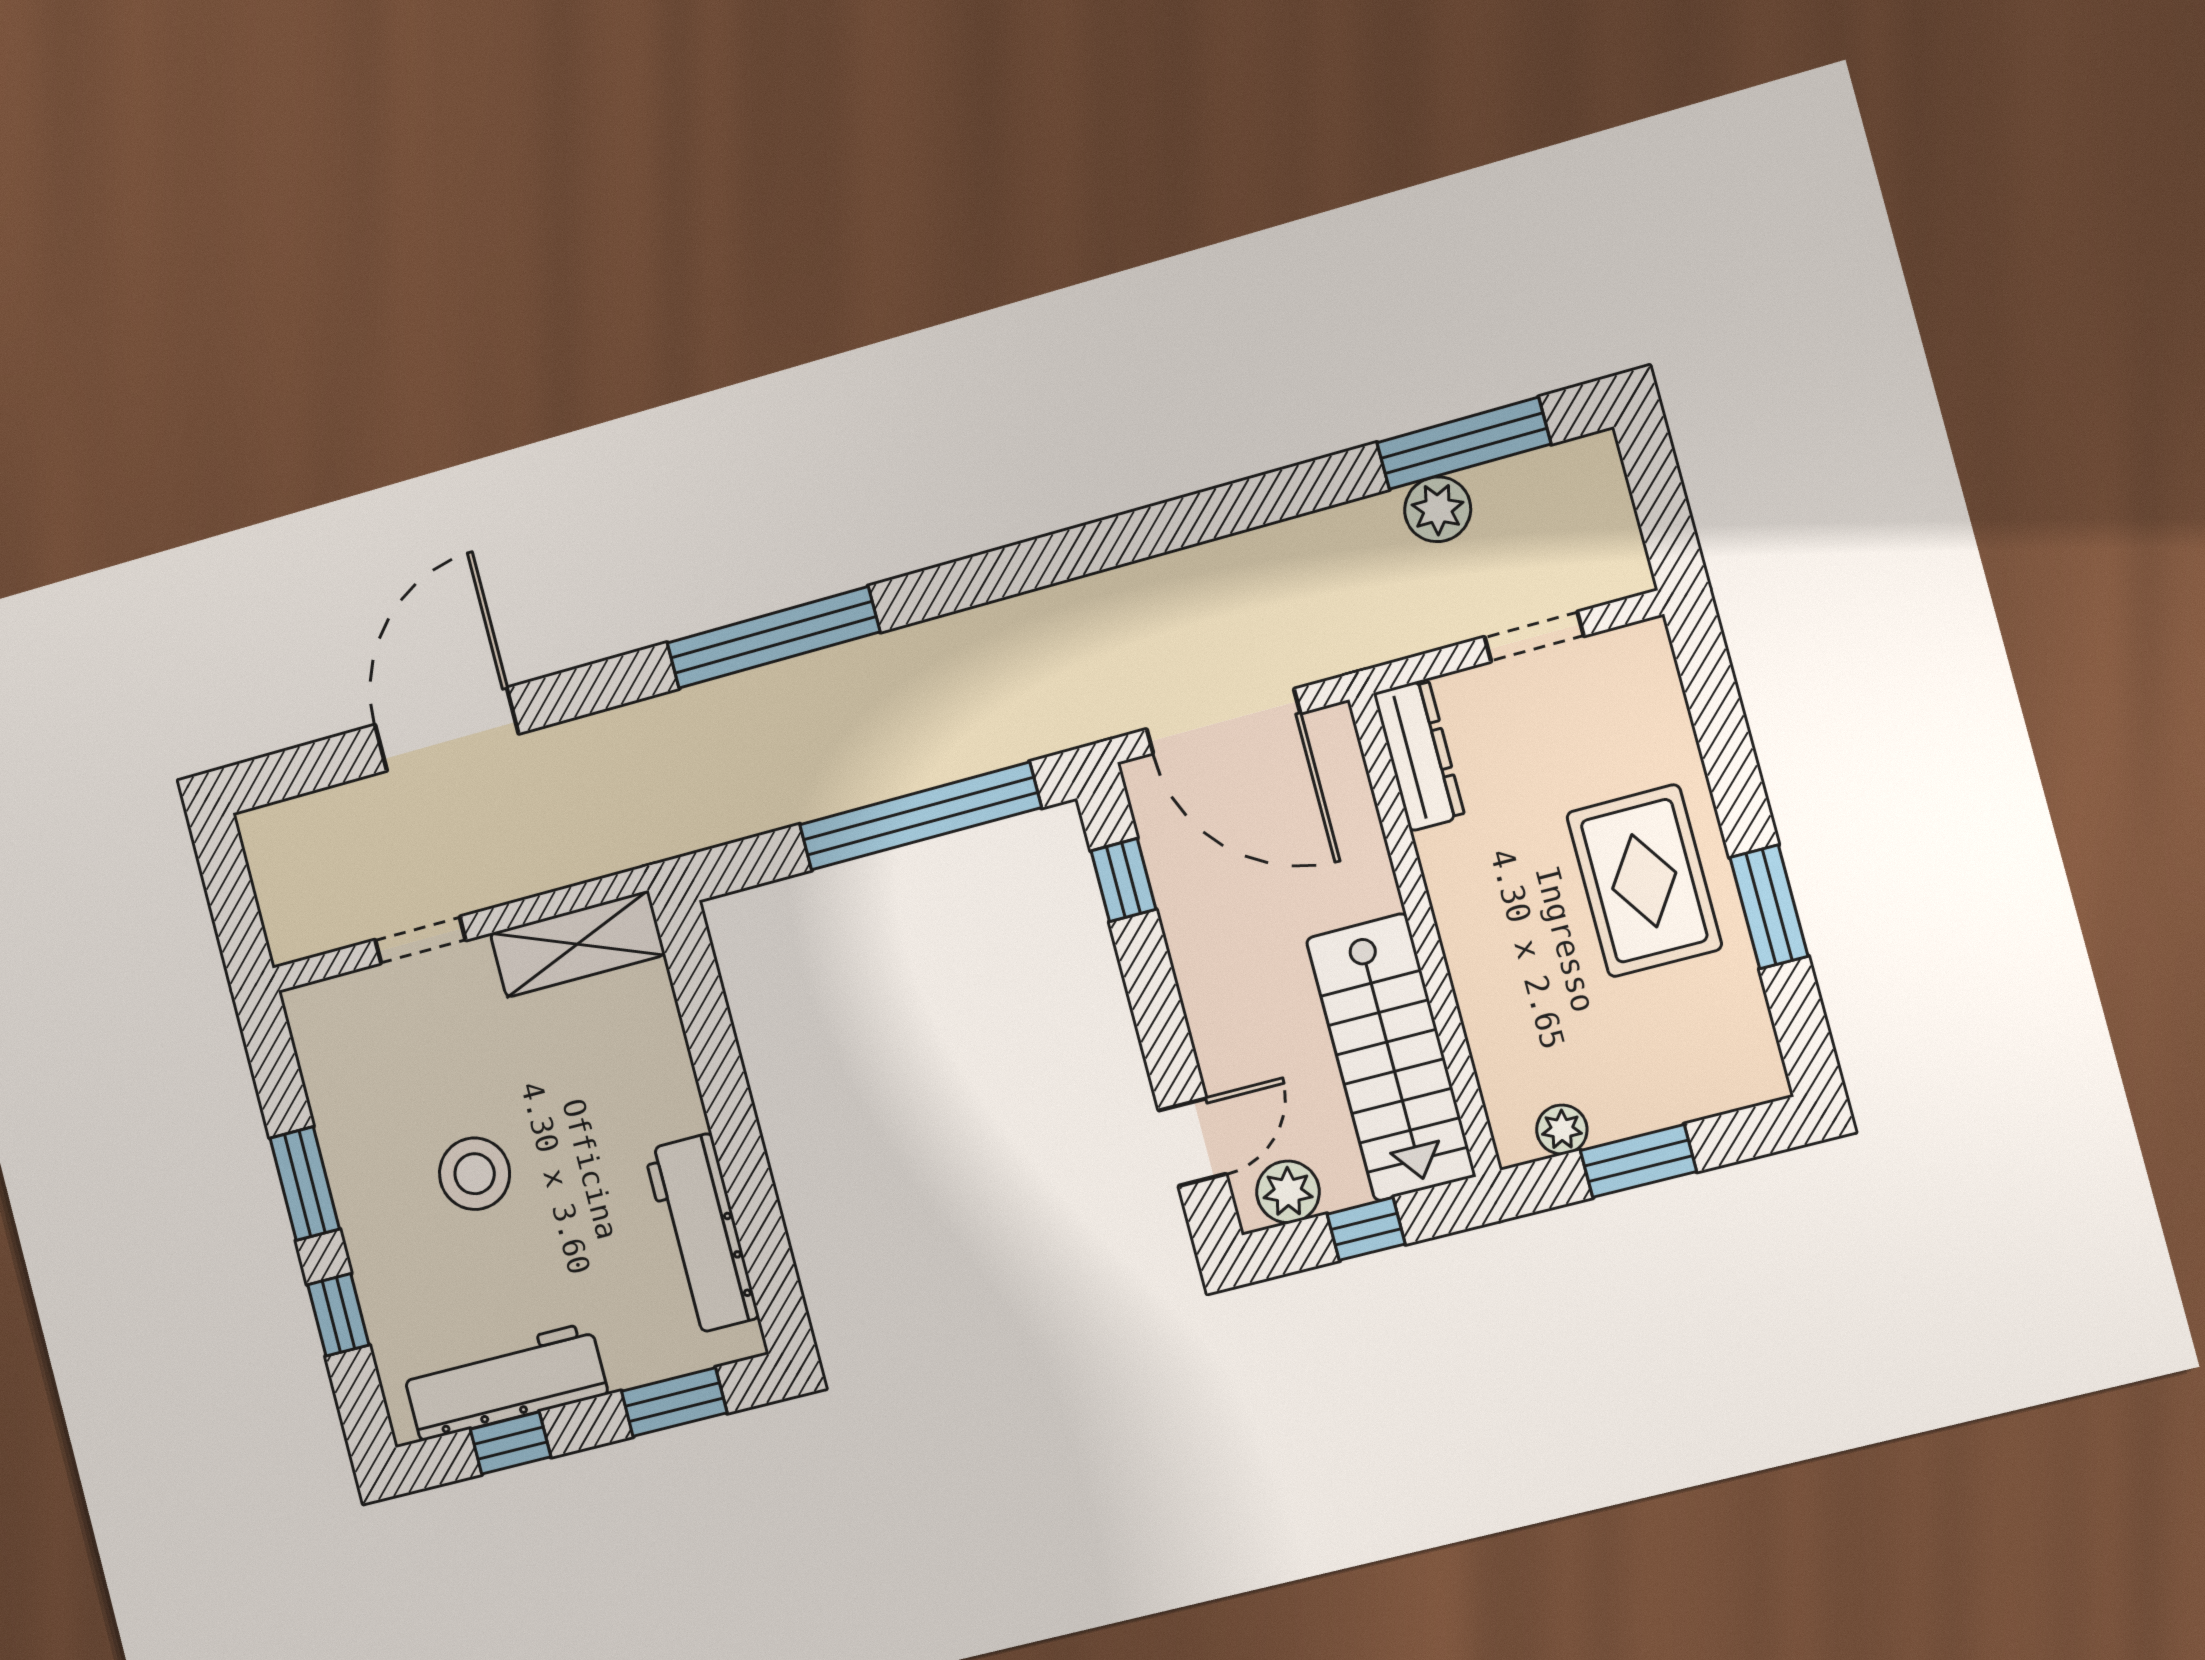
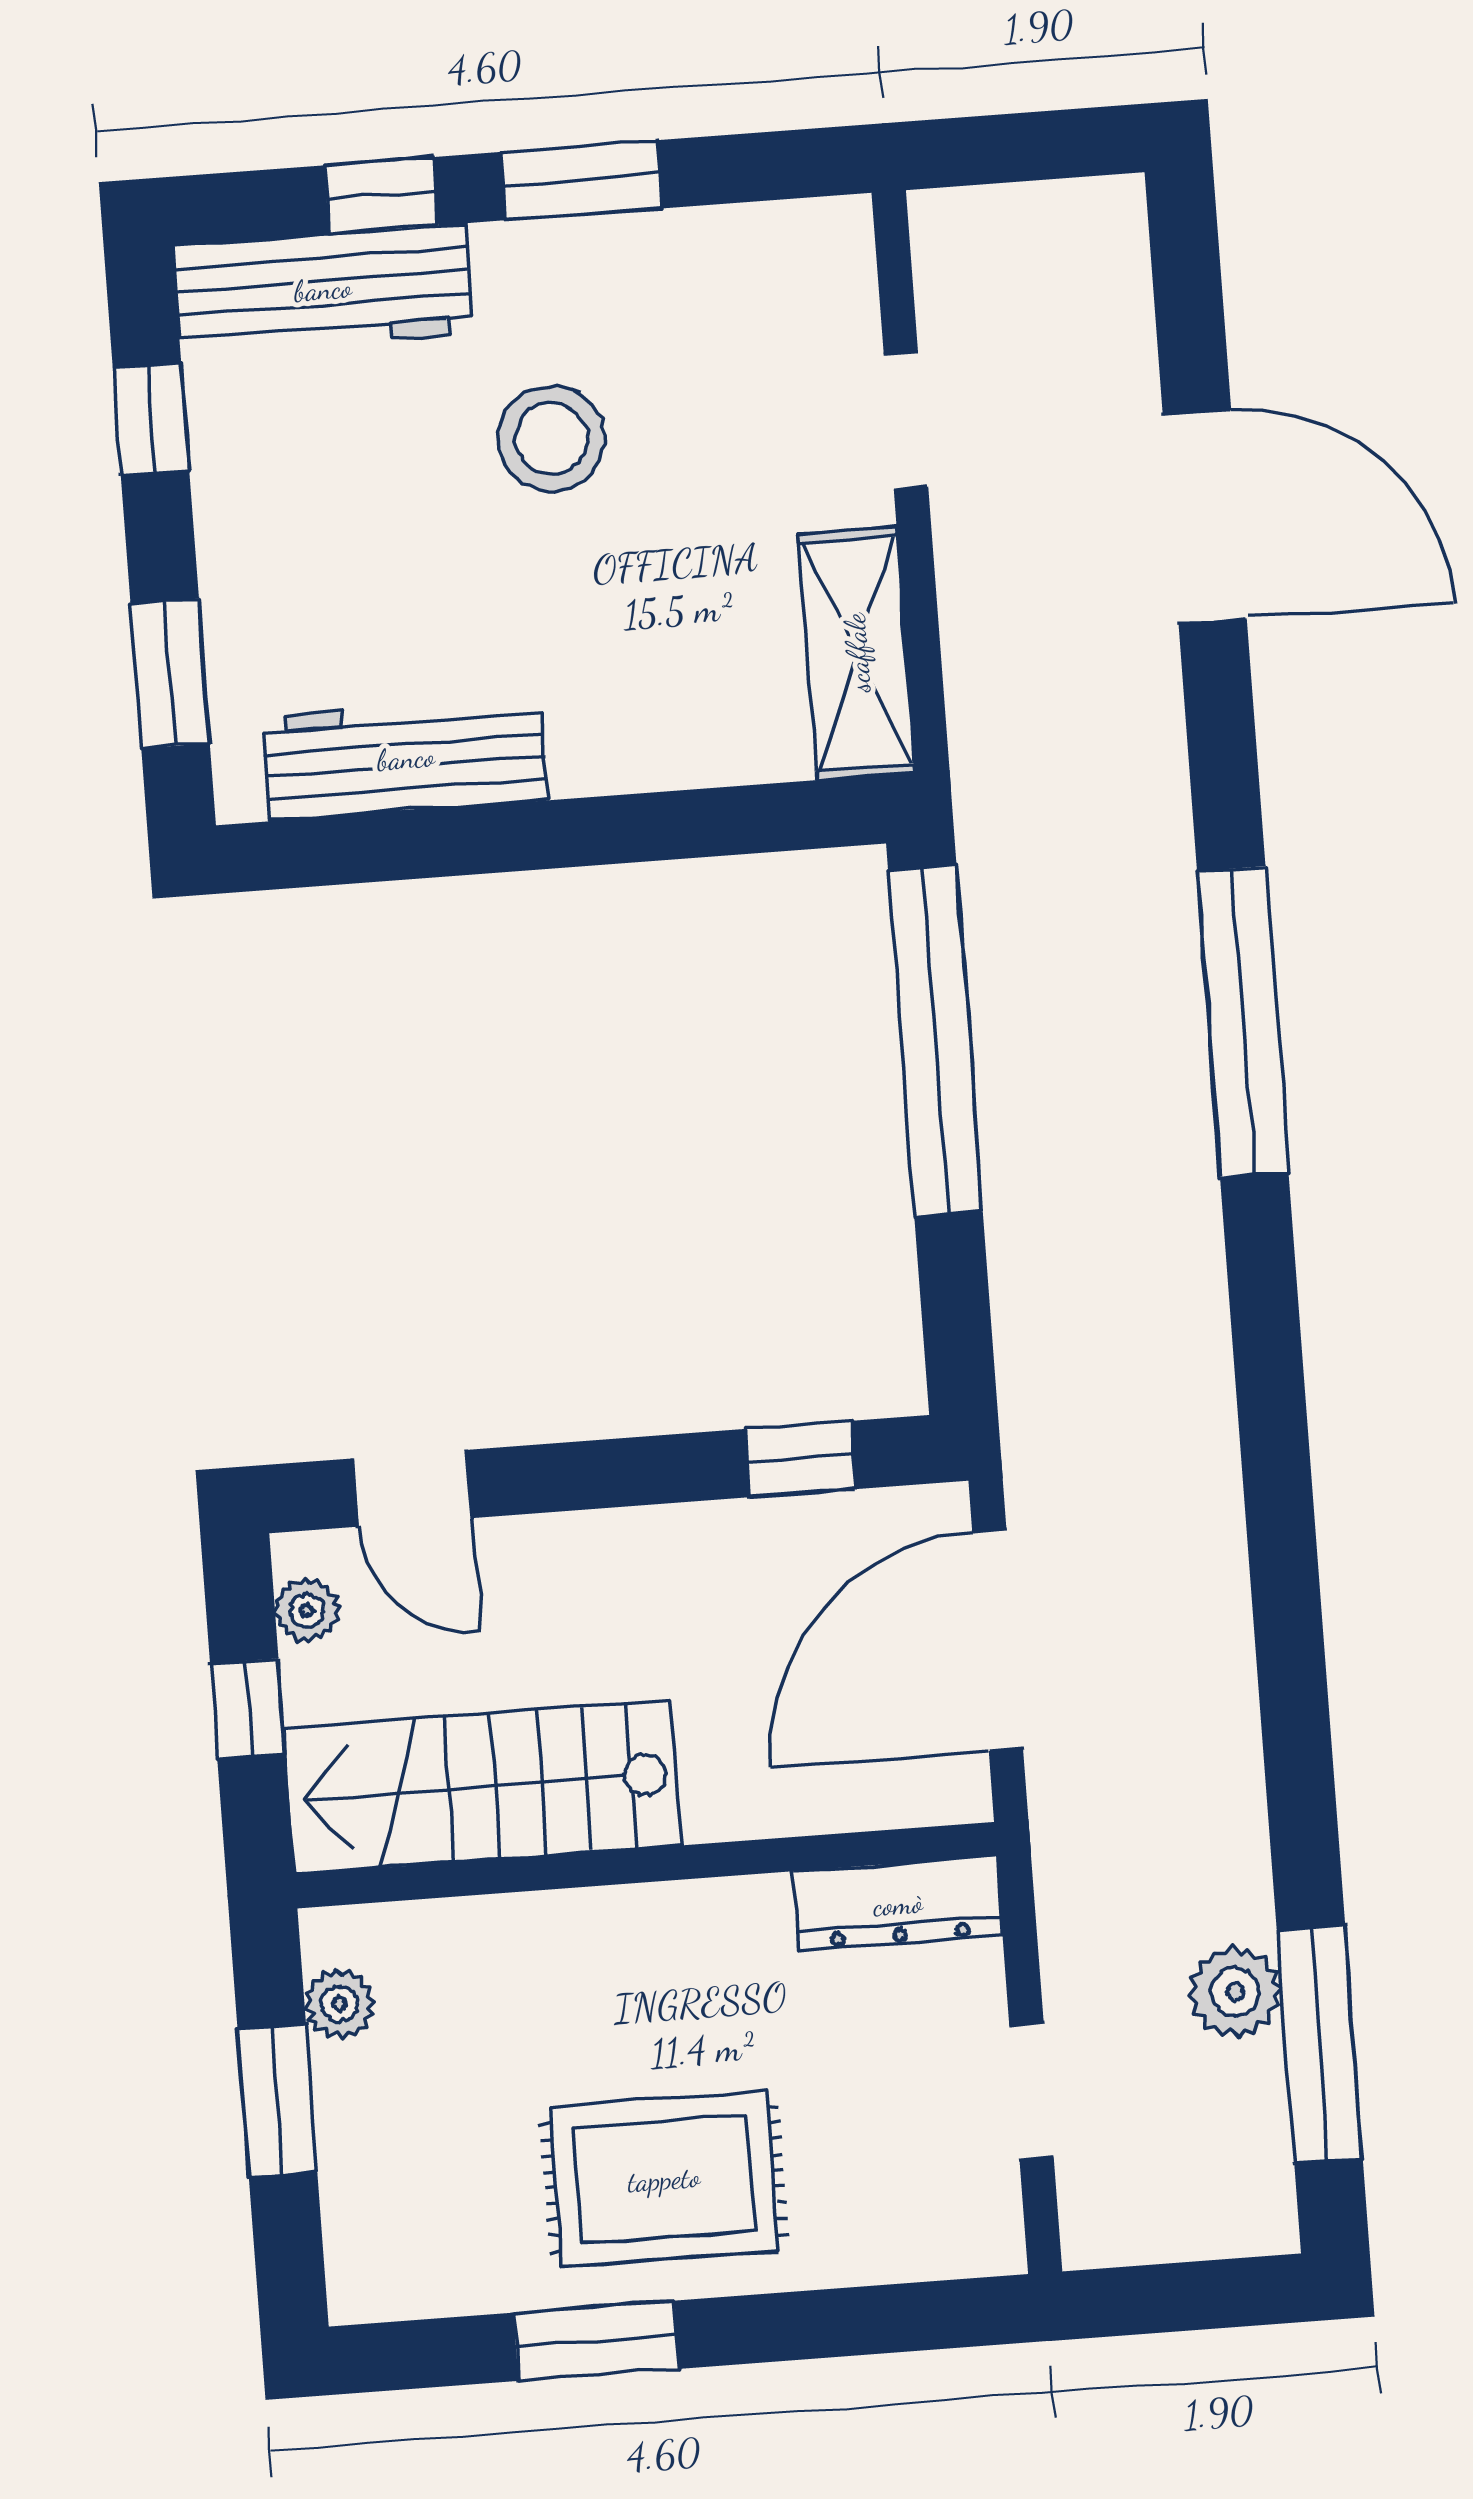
window: (920, 816) -> (935, 1040), moved
plant: (1288, 1192) -> (307, 1610), width x0.73, depth x0.73
workbench: (505, 1382) -> (323, 289), moved, turned 90

